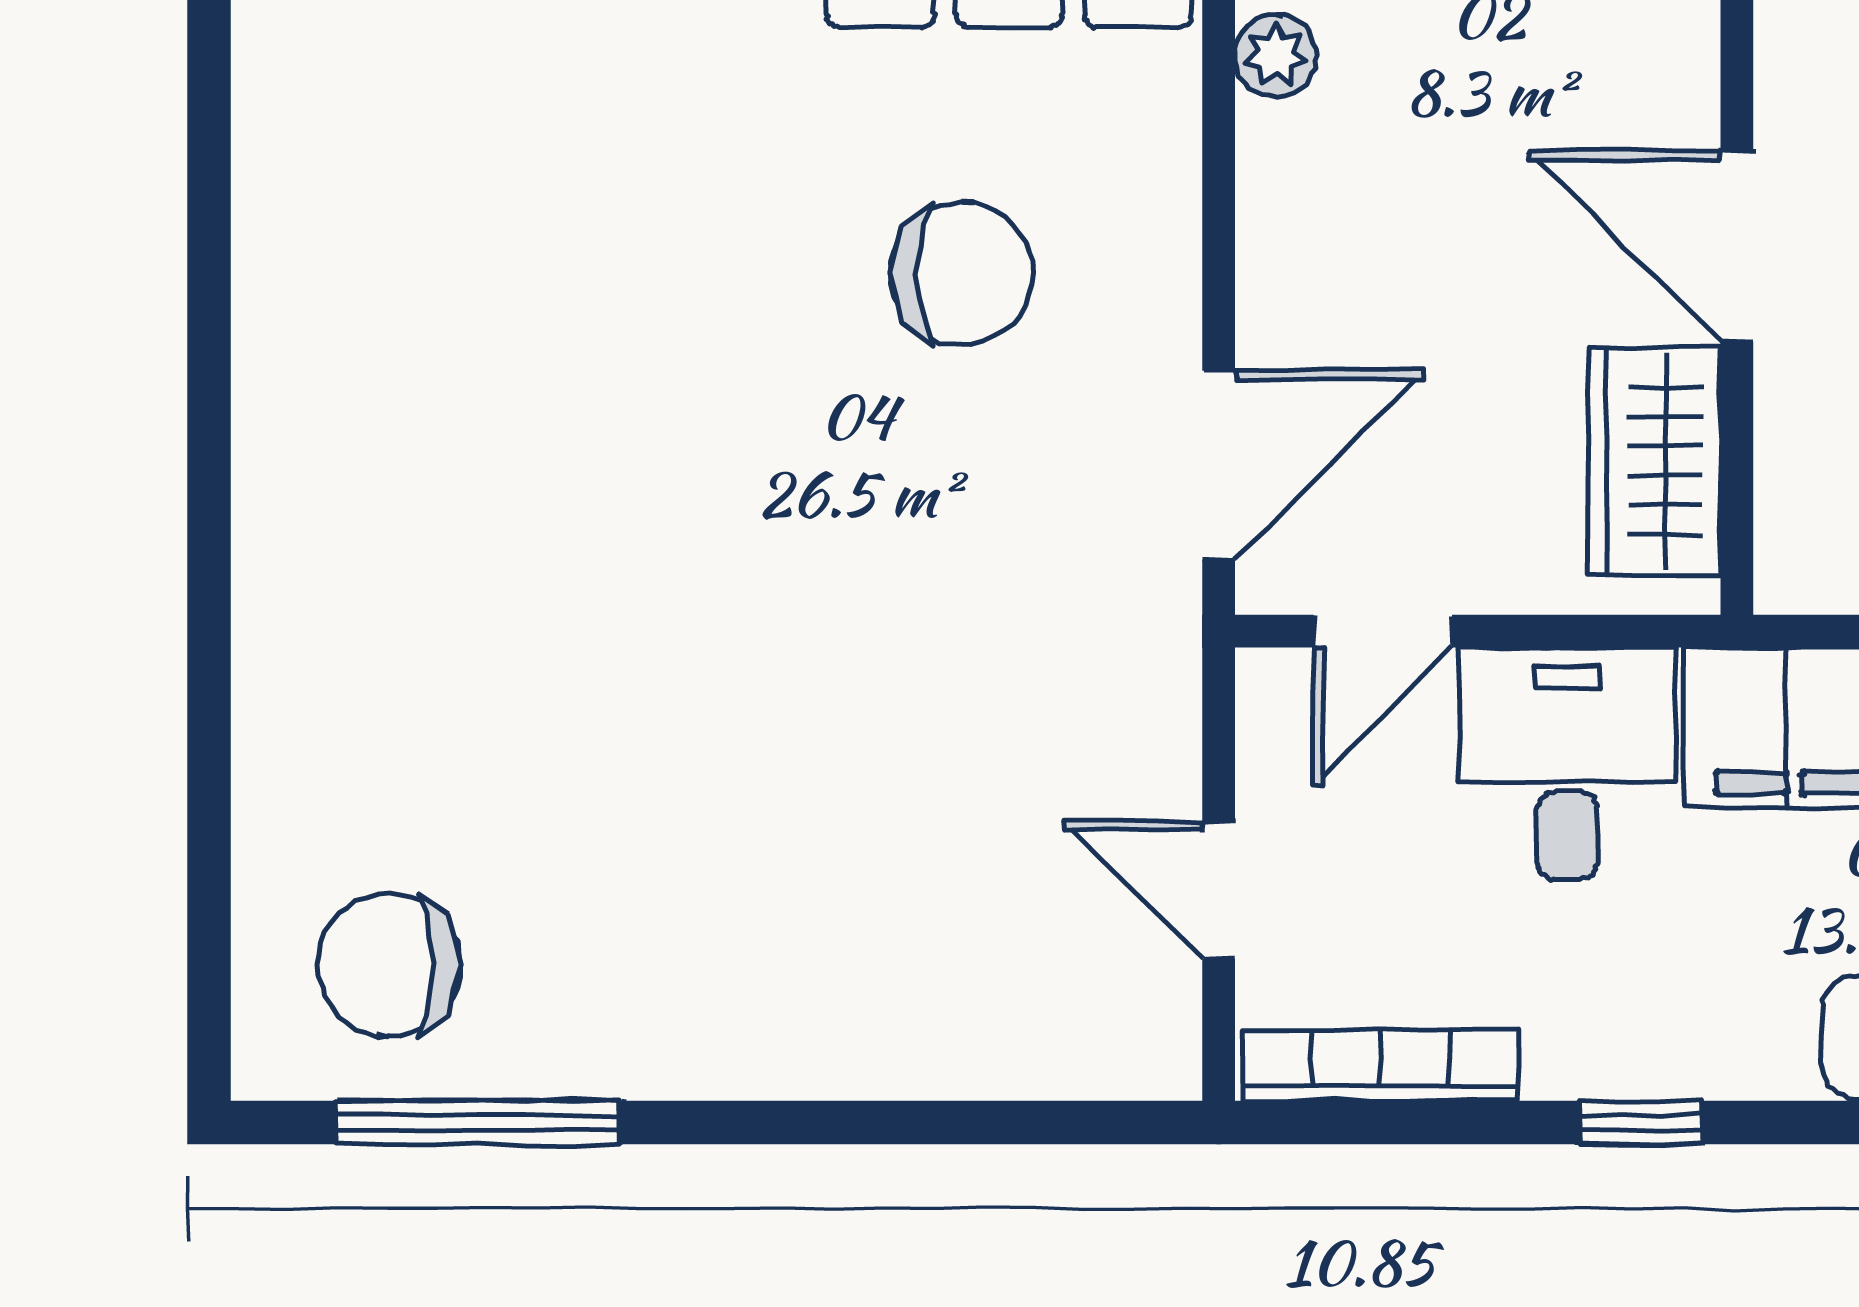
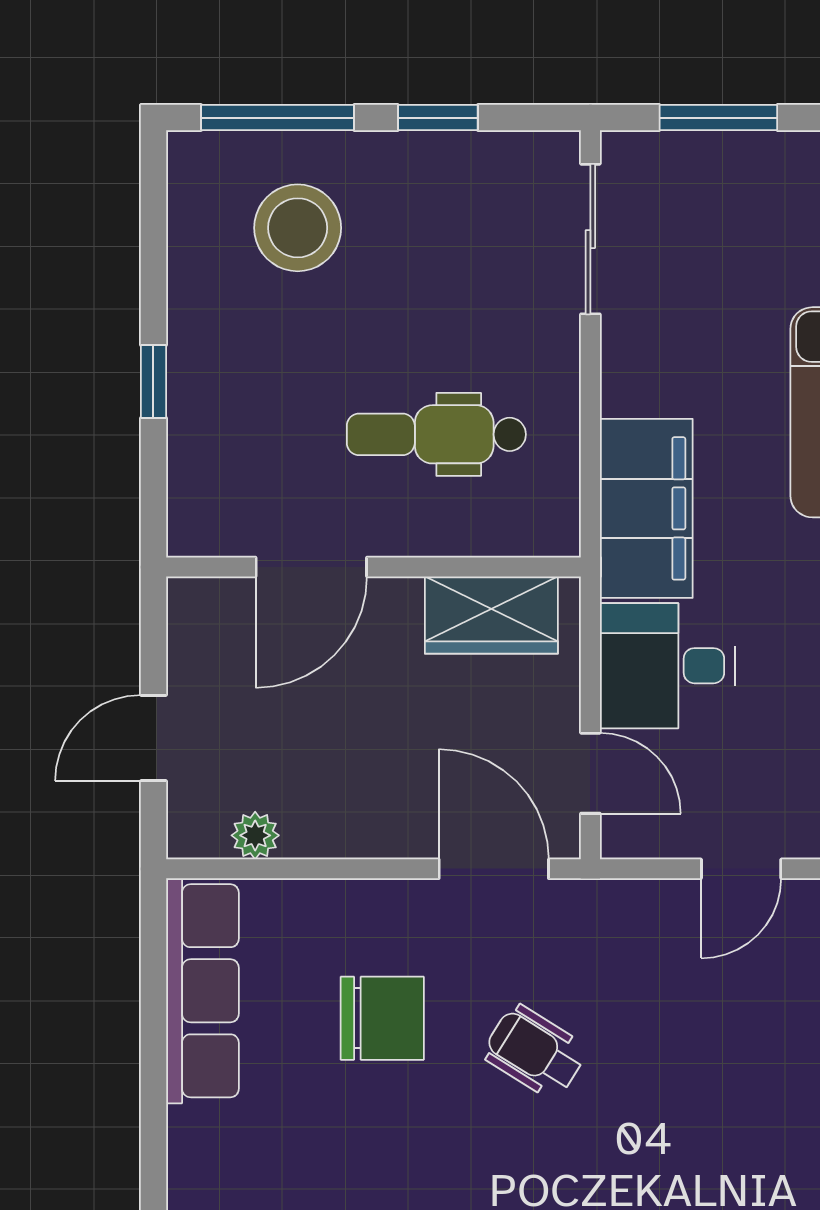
door: (1737, 246) -> (311, 567), moved
chair: (962, 274) -> (382, 1018), turned 90
wheelchair: (904, 536) -> (535, 1052), added

